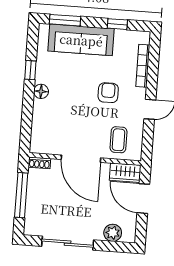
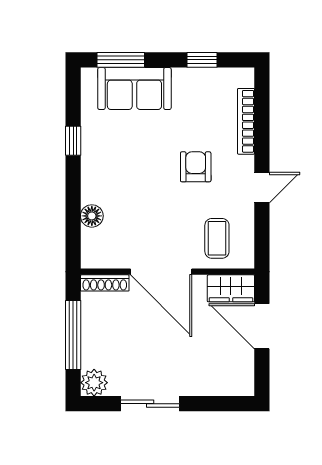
sofa: (81, 40) -> (134, 88), width x0.73
floor lamp: (41, 91) -> (92, 216), moved
shoe rack: (39, 163) -> (105, 283), width x1.43
plant: (113, 233) -> (94, 383), moved
sliding door: (68, 243) -> (150, 404), width x0.73

